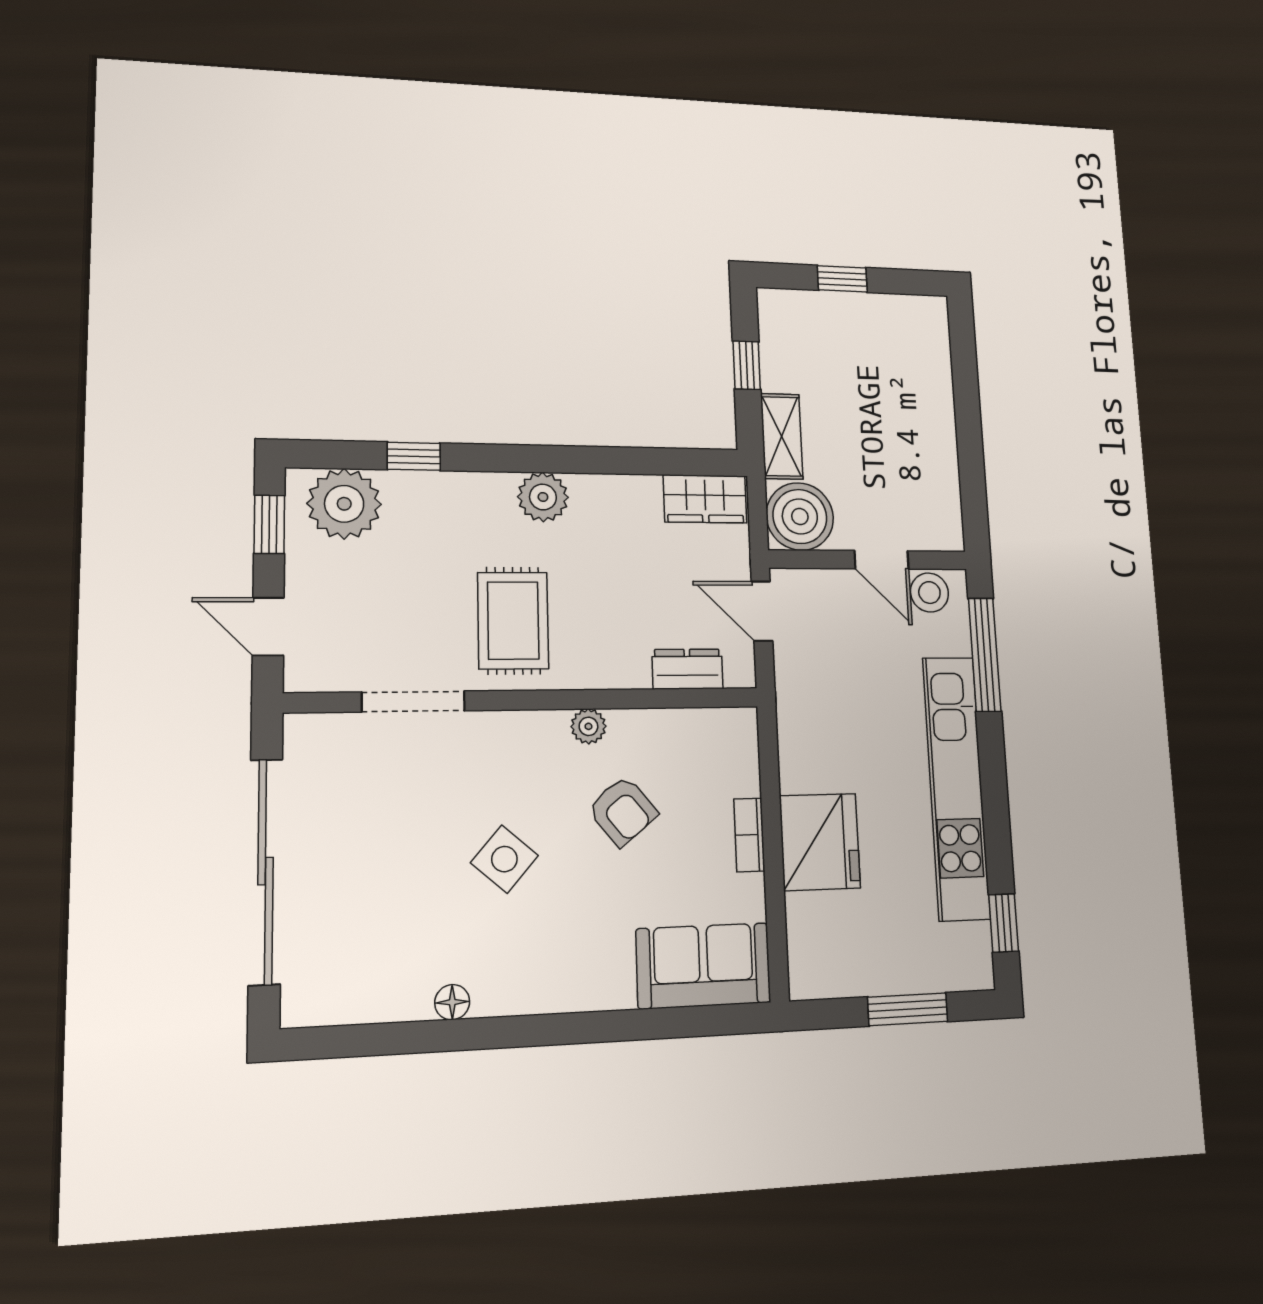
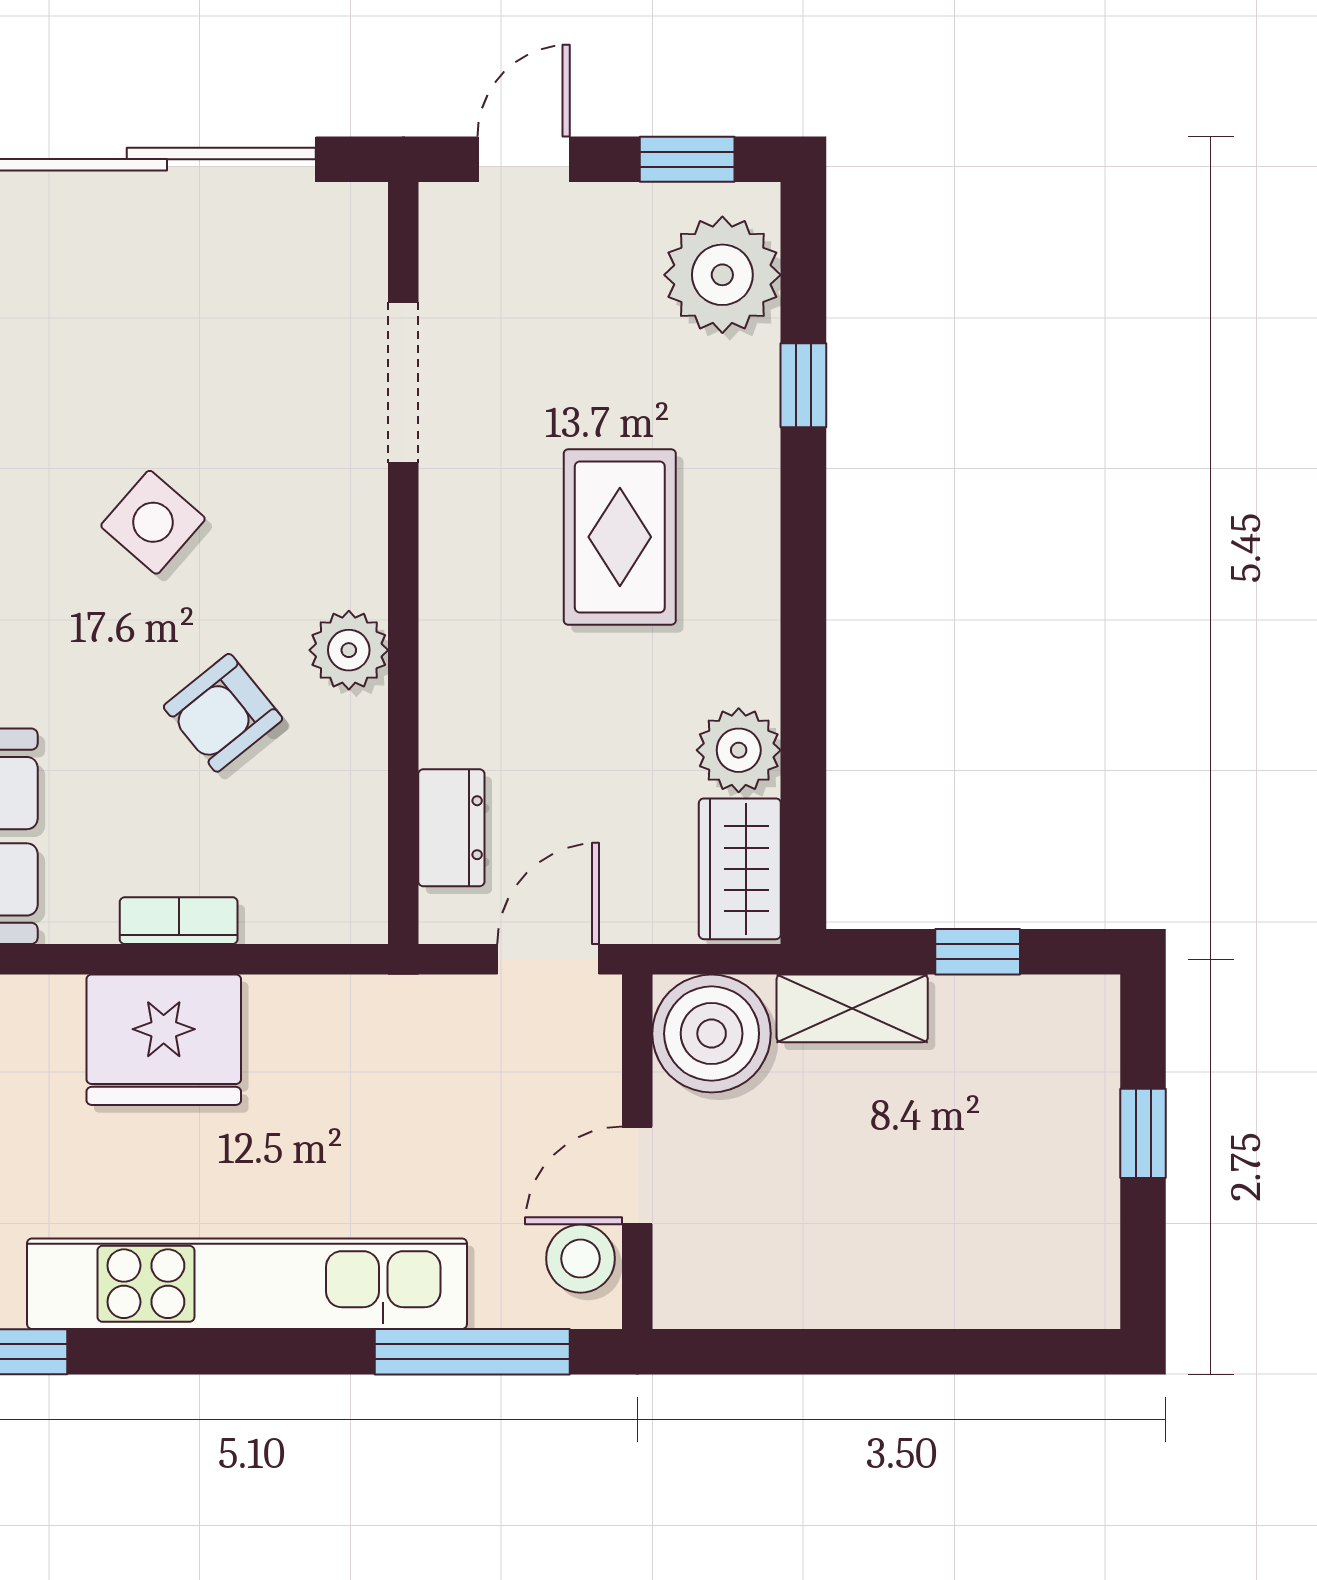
plant: (543, 497) -> (739, 750), moved
rug: (513, 621) -> (620, 537), moved, turned 90
plant: (588, 726) -> (349, 650), width x1.38, depth x1.38

